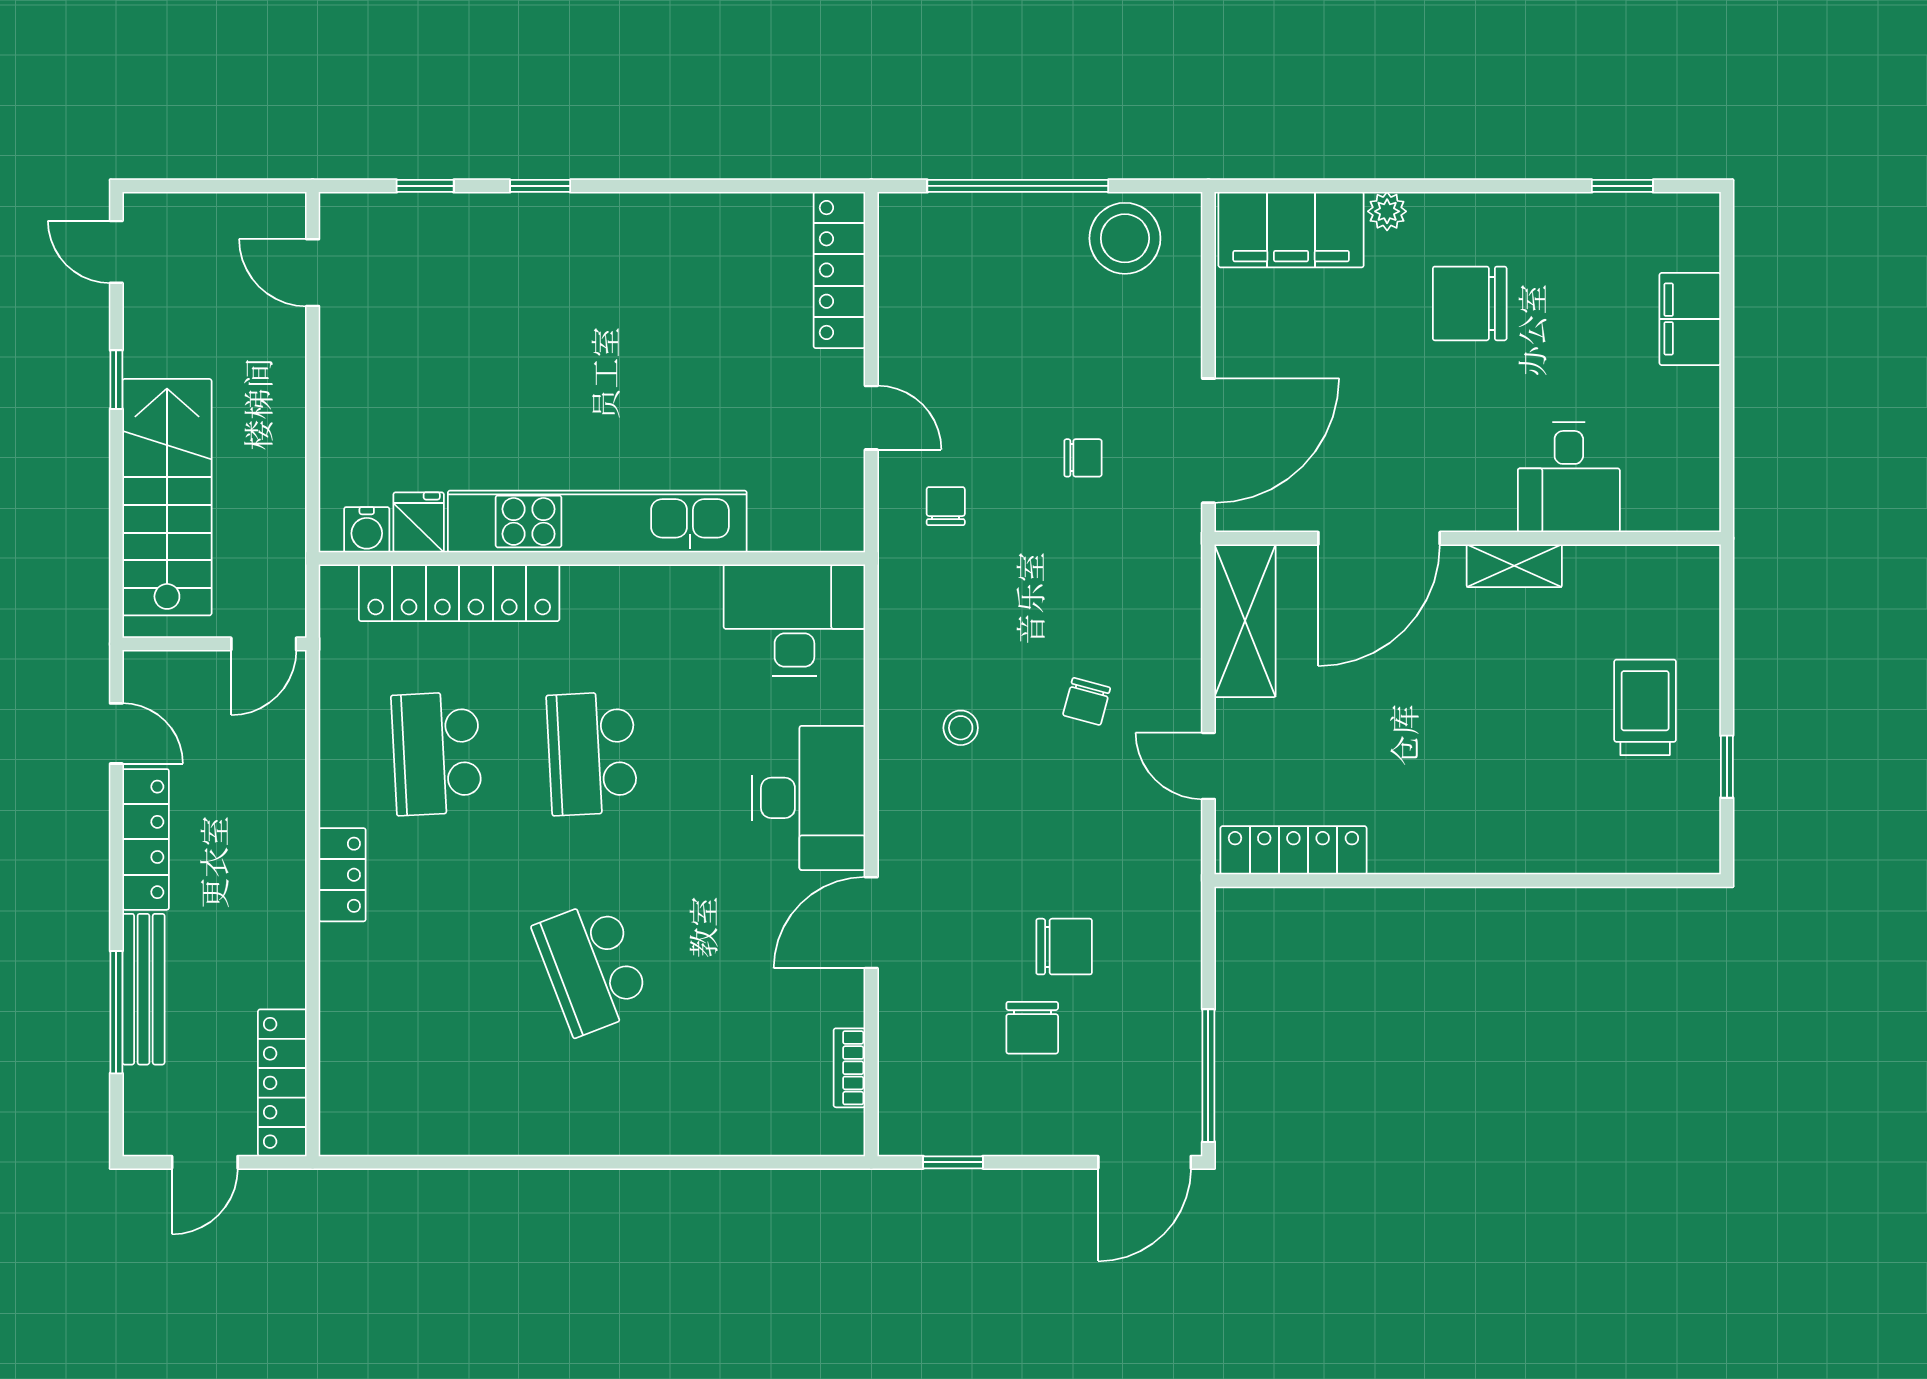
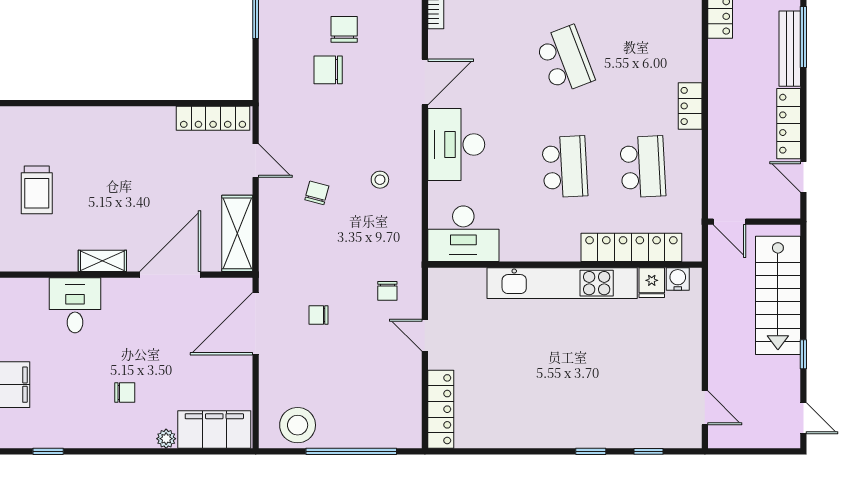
chair: (1470, 303) -> (125, 392), width x0.54, depth x0.54
door: (264, 644) -> (729, 222), swing flipped

